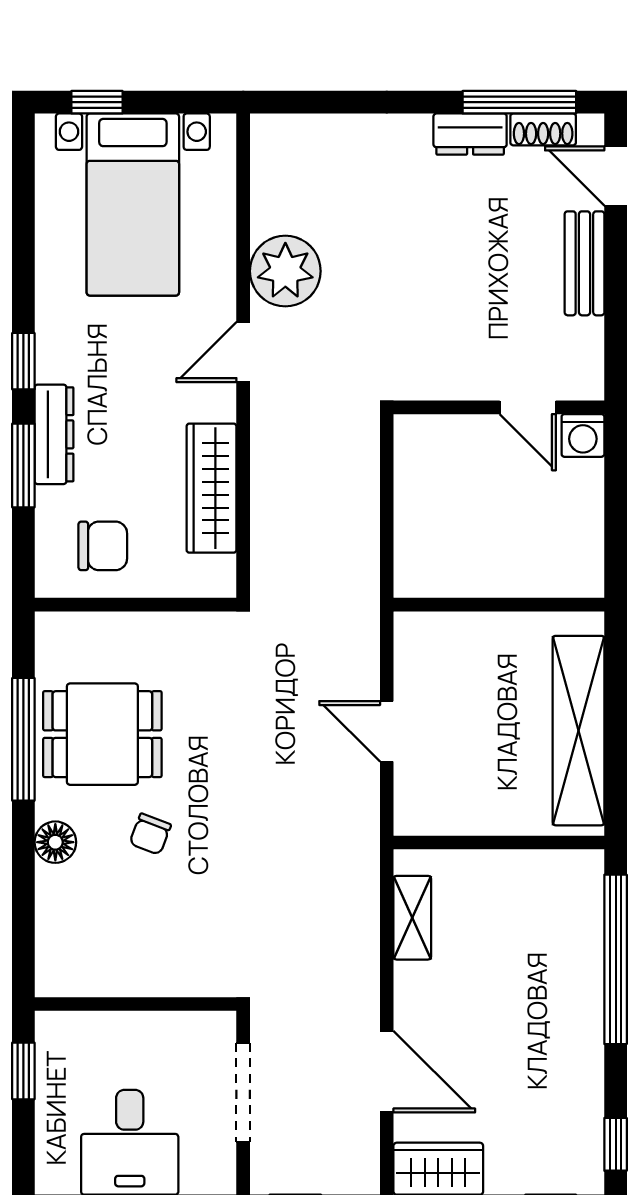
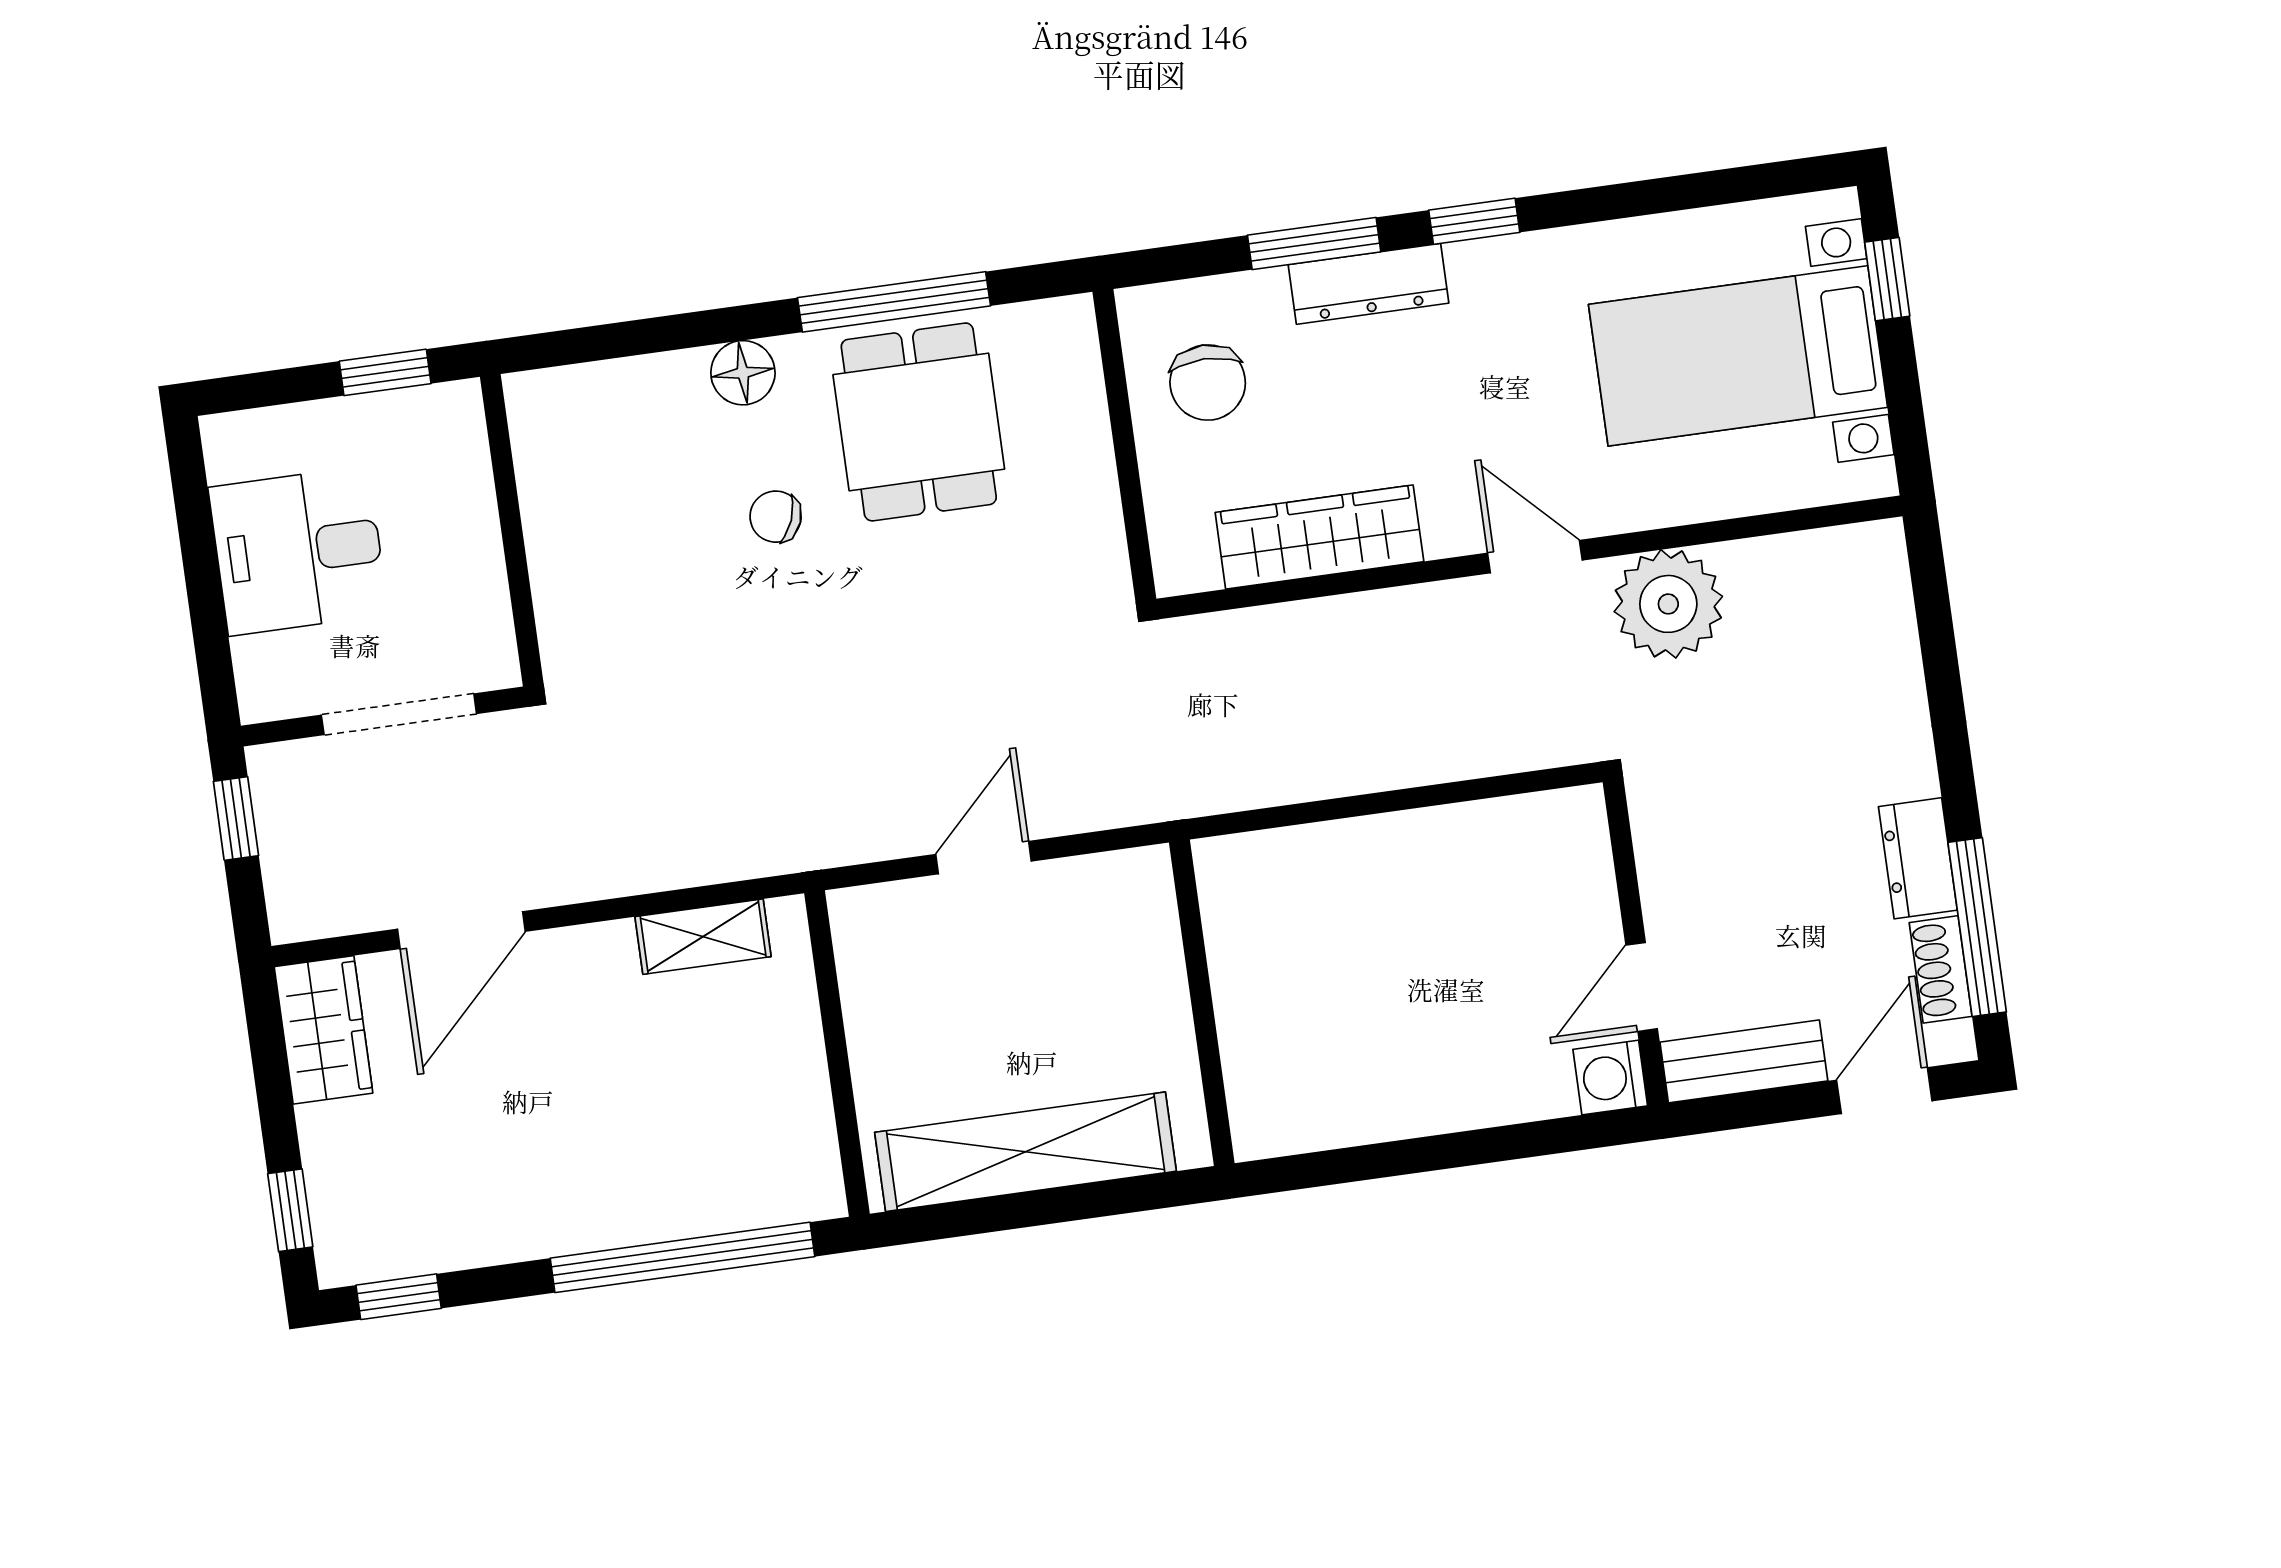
wall: (499, 407) -> (1636, 943), moved
door: (528, 407) -> (1642, 987), moved
washing machine: (583, 435) -> (1610, 1078), moved

